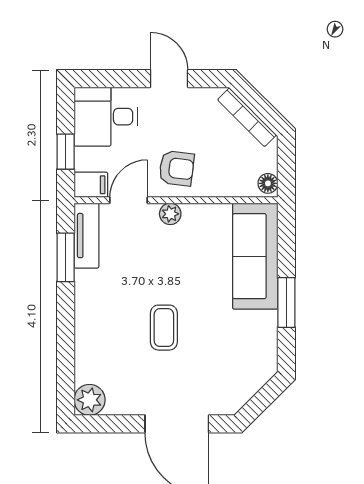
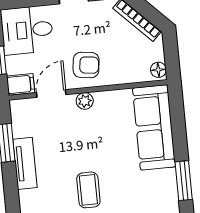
tv unit: (86, 236) -> (25, 163), moved
window: (286, 303) -> (184, 181), moved

